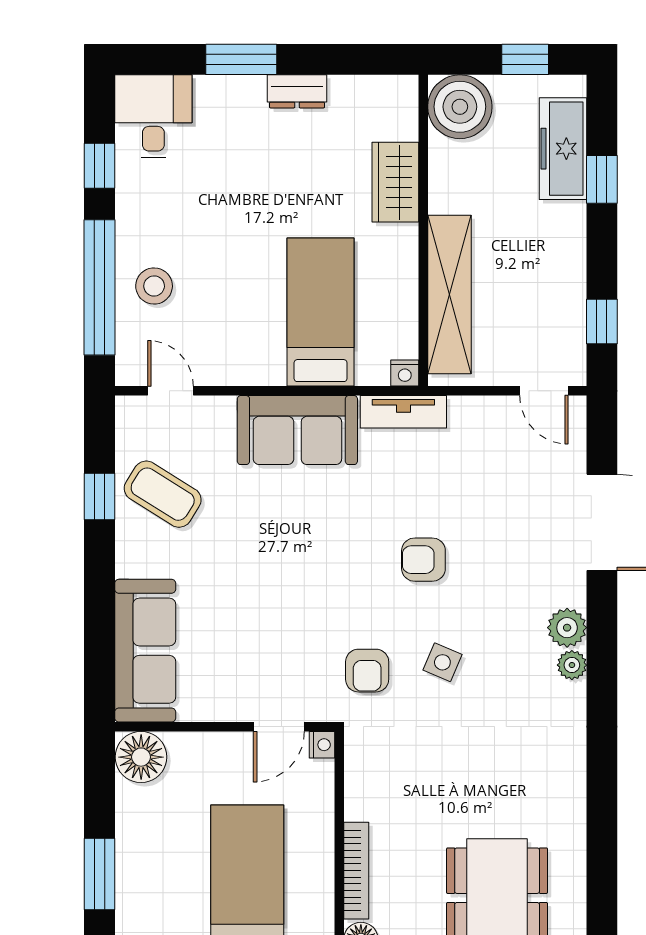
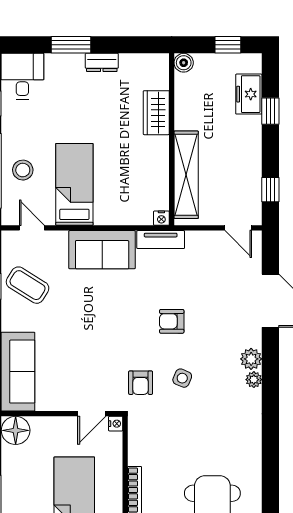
boiler: (460, 107) -> (184, 63), width x0.54, depth x0.54
freezer: (563, 149) -> (249, 94), width x0.71
bed: (321, 312) -> (74, 184), moved

